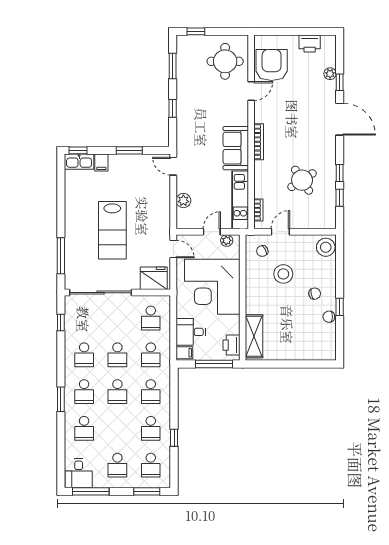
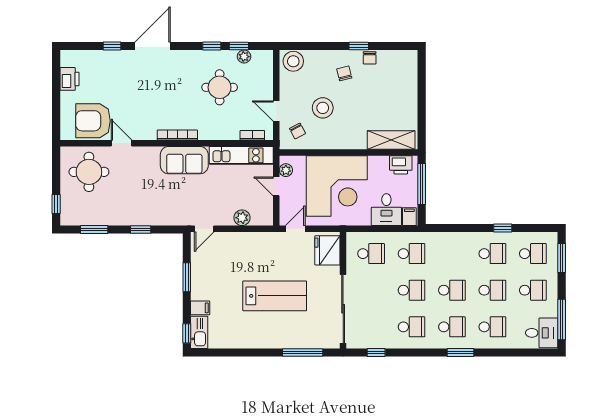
plant: (330, 74) -> (244, 57), moved
round table: (302, 180) -> (220, 87), turned 33
school desk: (151, 392) -> (492, 290), moved

